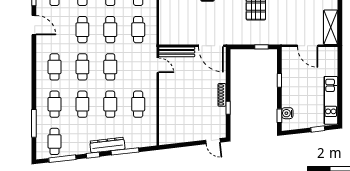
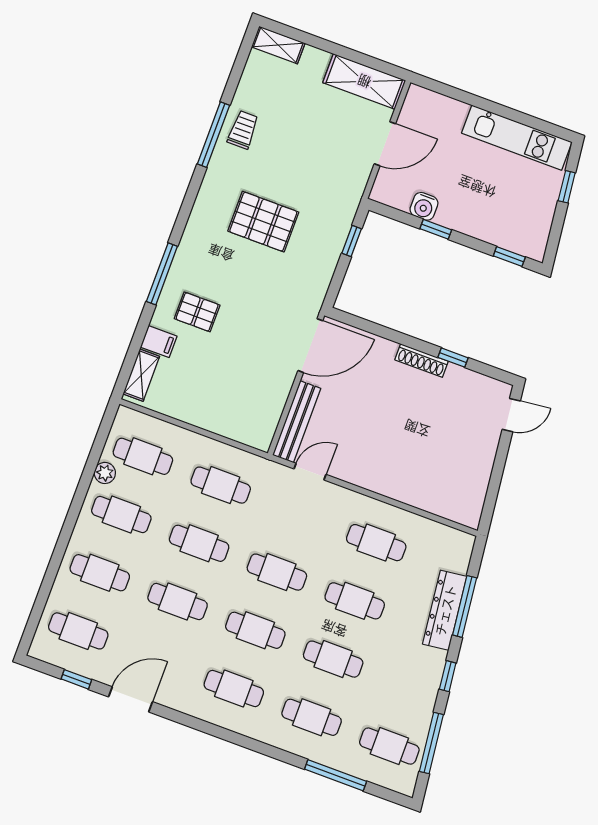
water cooler: (287, 113) -> (424, 206), moved
dresser: (107, 145) -> (445, 610), moved

